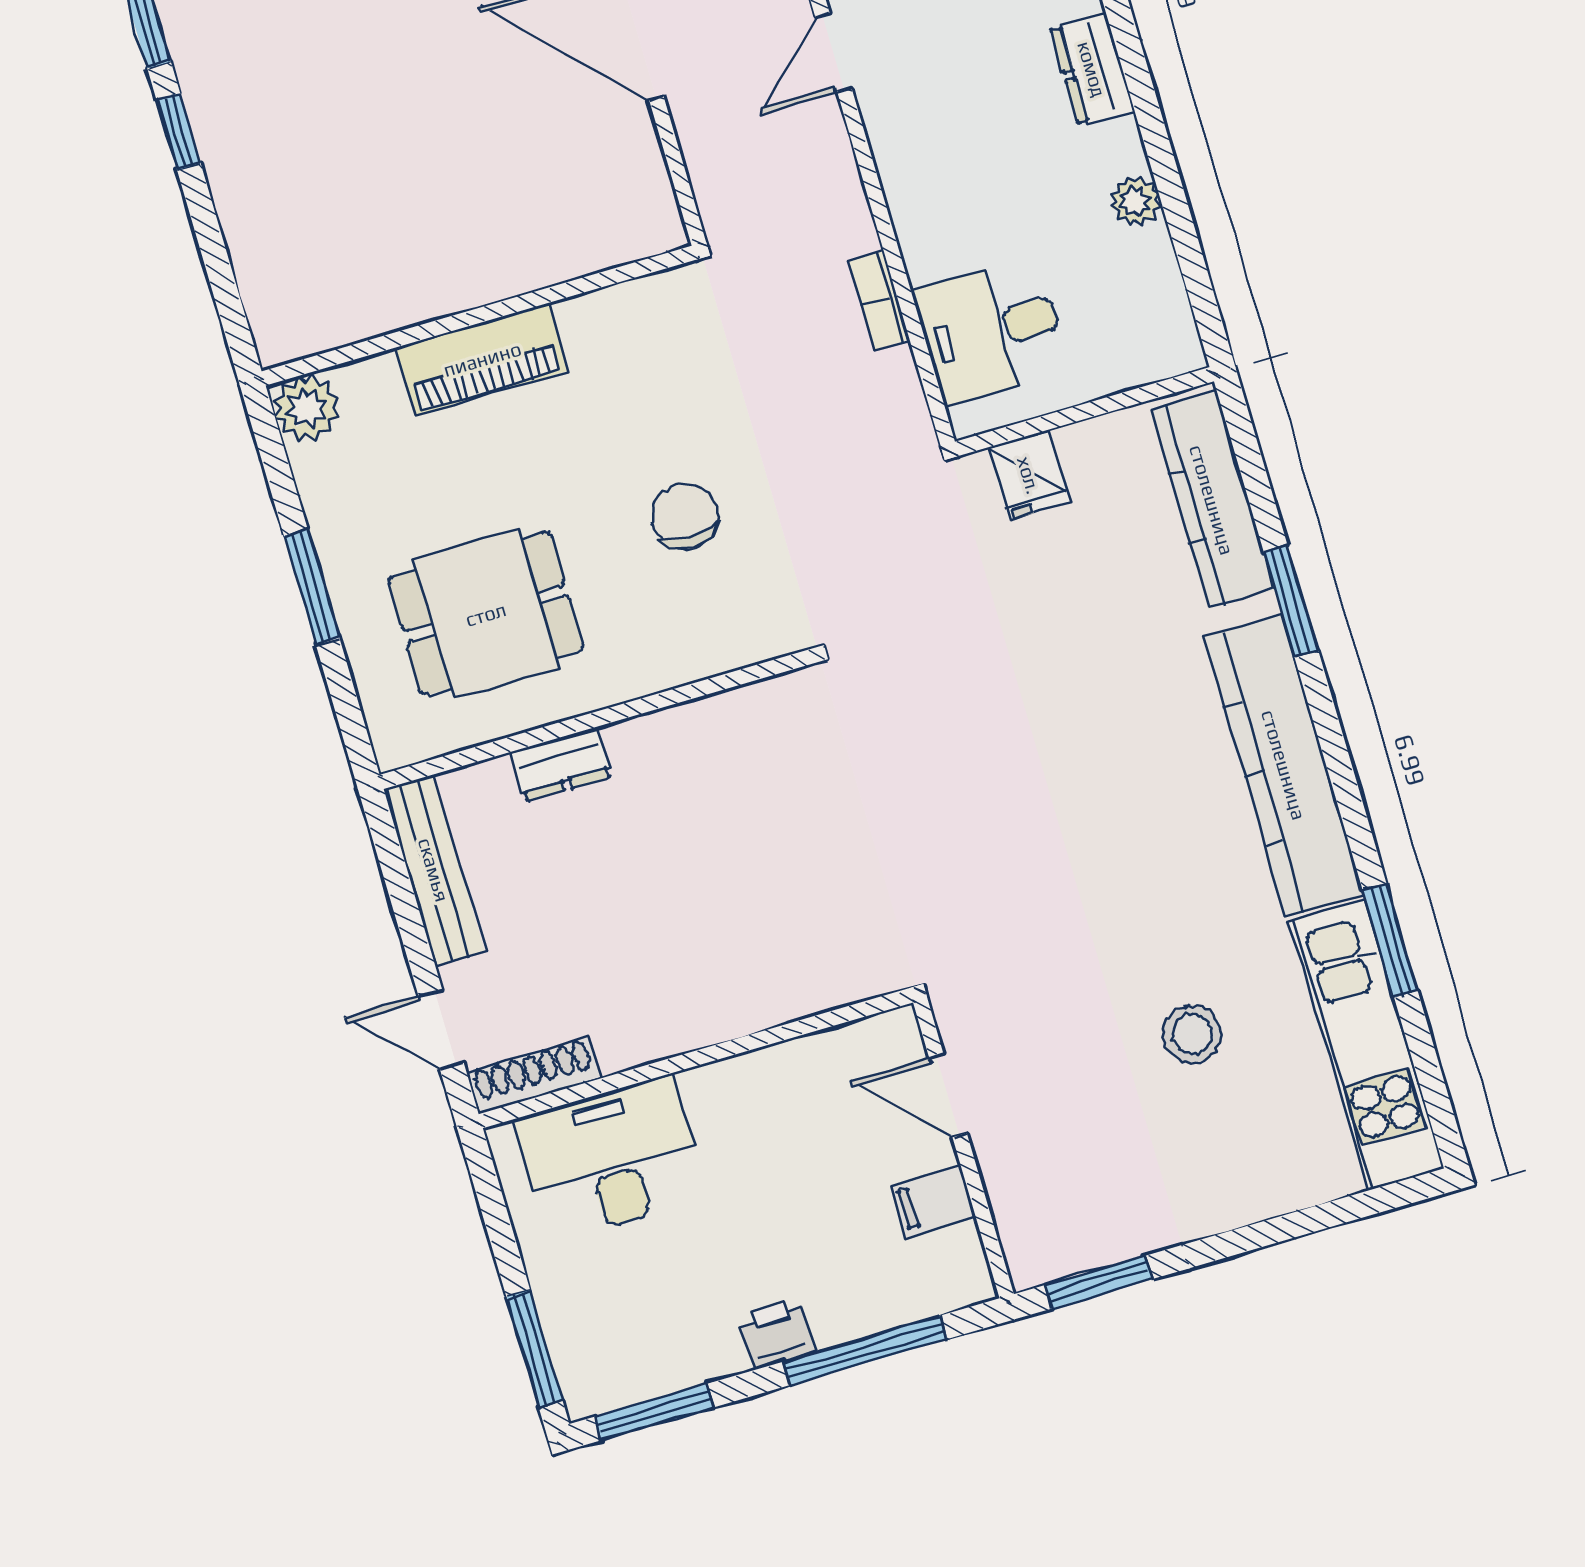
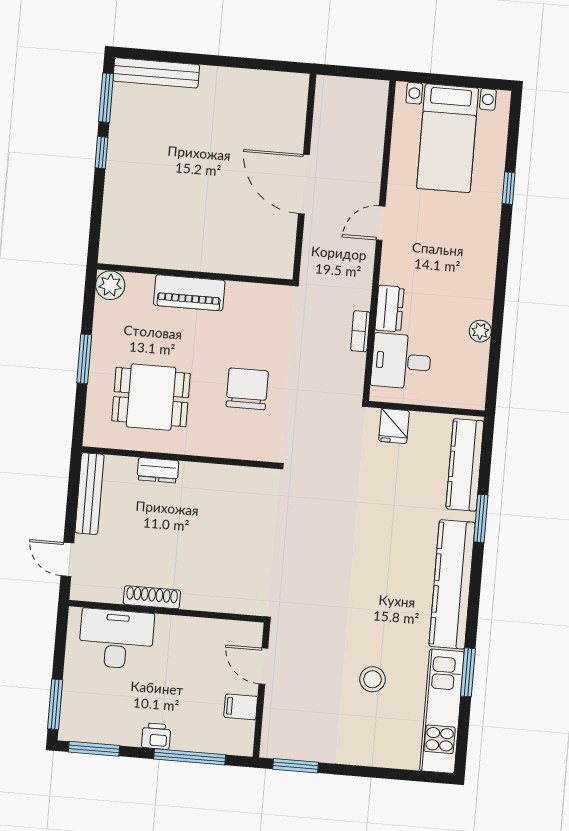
dresser: (1092, 69) -> (390, 309), moved, turned 180
chair: (685, 517) -> (247, 389), width x1.37, depth x1.37
shoe rack: (534, 1075) -> (152, 597), moved

